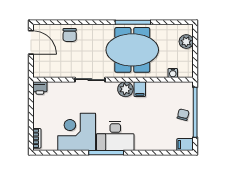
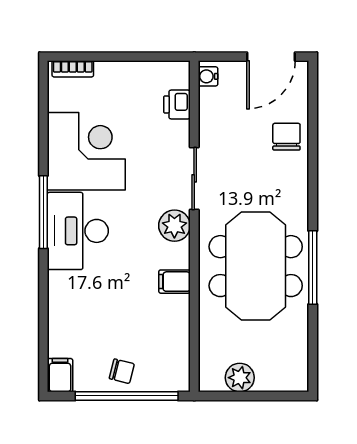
chair: (70, 35) -> (286, 137), turned 90
plant: (186, 42) -> (240, 378), moved
water cooler: (173, 73) -> (208, 76), moved
printer: (40, 88) -> (177, 105), moved
plant: (125, 89) -> (174, 226), moved

